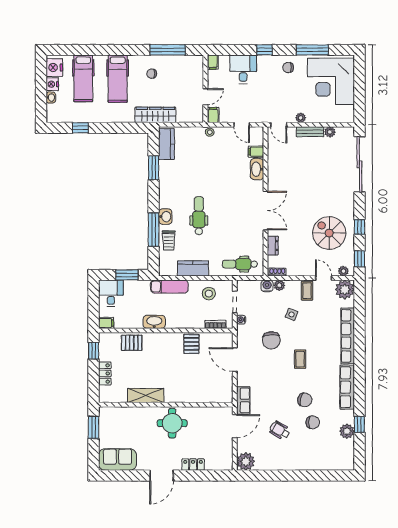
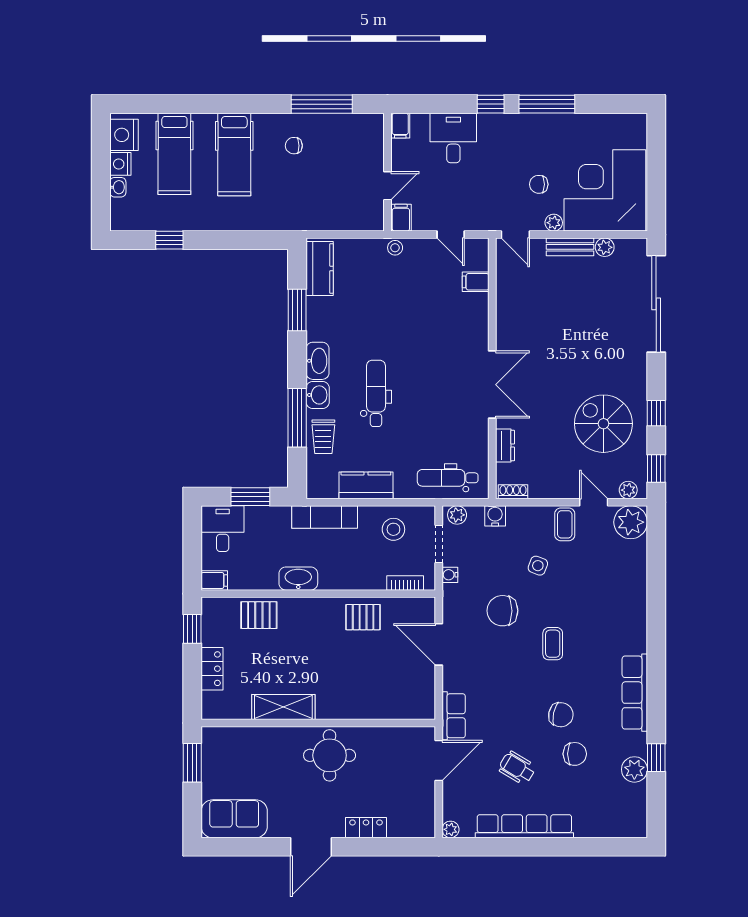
window: (312, 50) -> (547, 104), moved
chair: (288, 68) -> (539, 184), moved
corner desk: (331, 81) -> (605, 190), moved, turned 90
wardrobe: (155, 115) -> (300, 218), removed
washbasin: (257, 169) -> (317, 361), moved, turned 180
plant: (279, 285) -> (457, 515), moved
row of seats: (348, 336) -> (524, 826), moved, turned 90
chair: (271, 340) -> (502, 611), turned 93
pallet: (191, 344) -> (363, 617), turned 90
plant: (246, 461) -> (450, 829), width x0.53, depth x0.53

